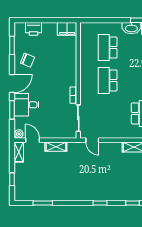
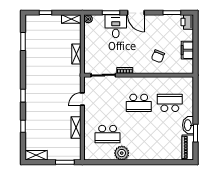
printer: (33, 29) -> (187, 22), moved
filing cabinet: (67, 29) -> (187, 50), moved
chair: (27, 60) -> (158, 56), moved
school desk: (108, 80) -> (139, 103), turned 180
door: (32, 140) -> (82, 32), removed
door: (92, 140) -> (82, 99), moved

